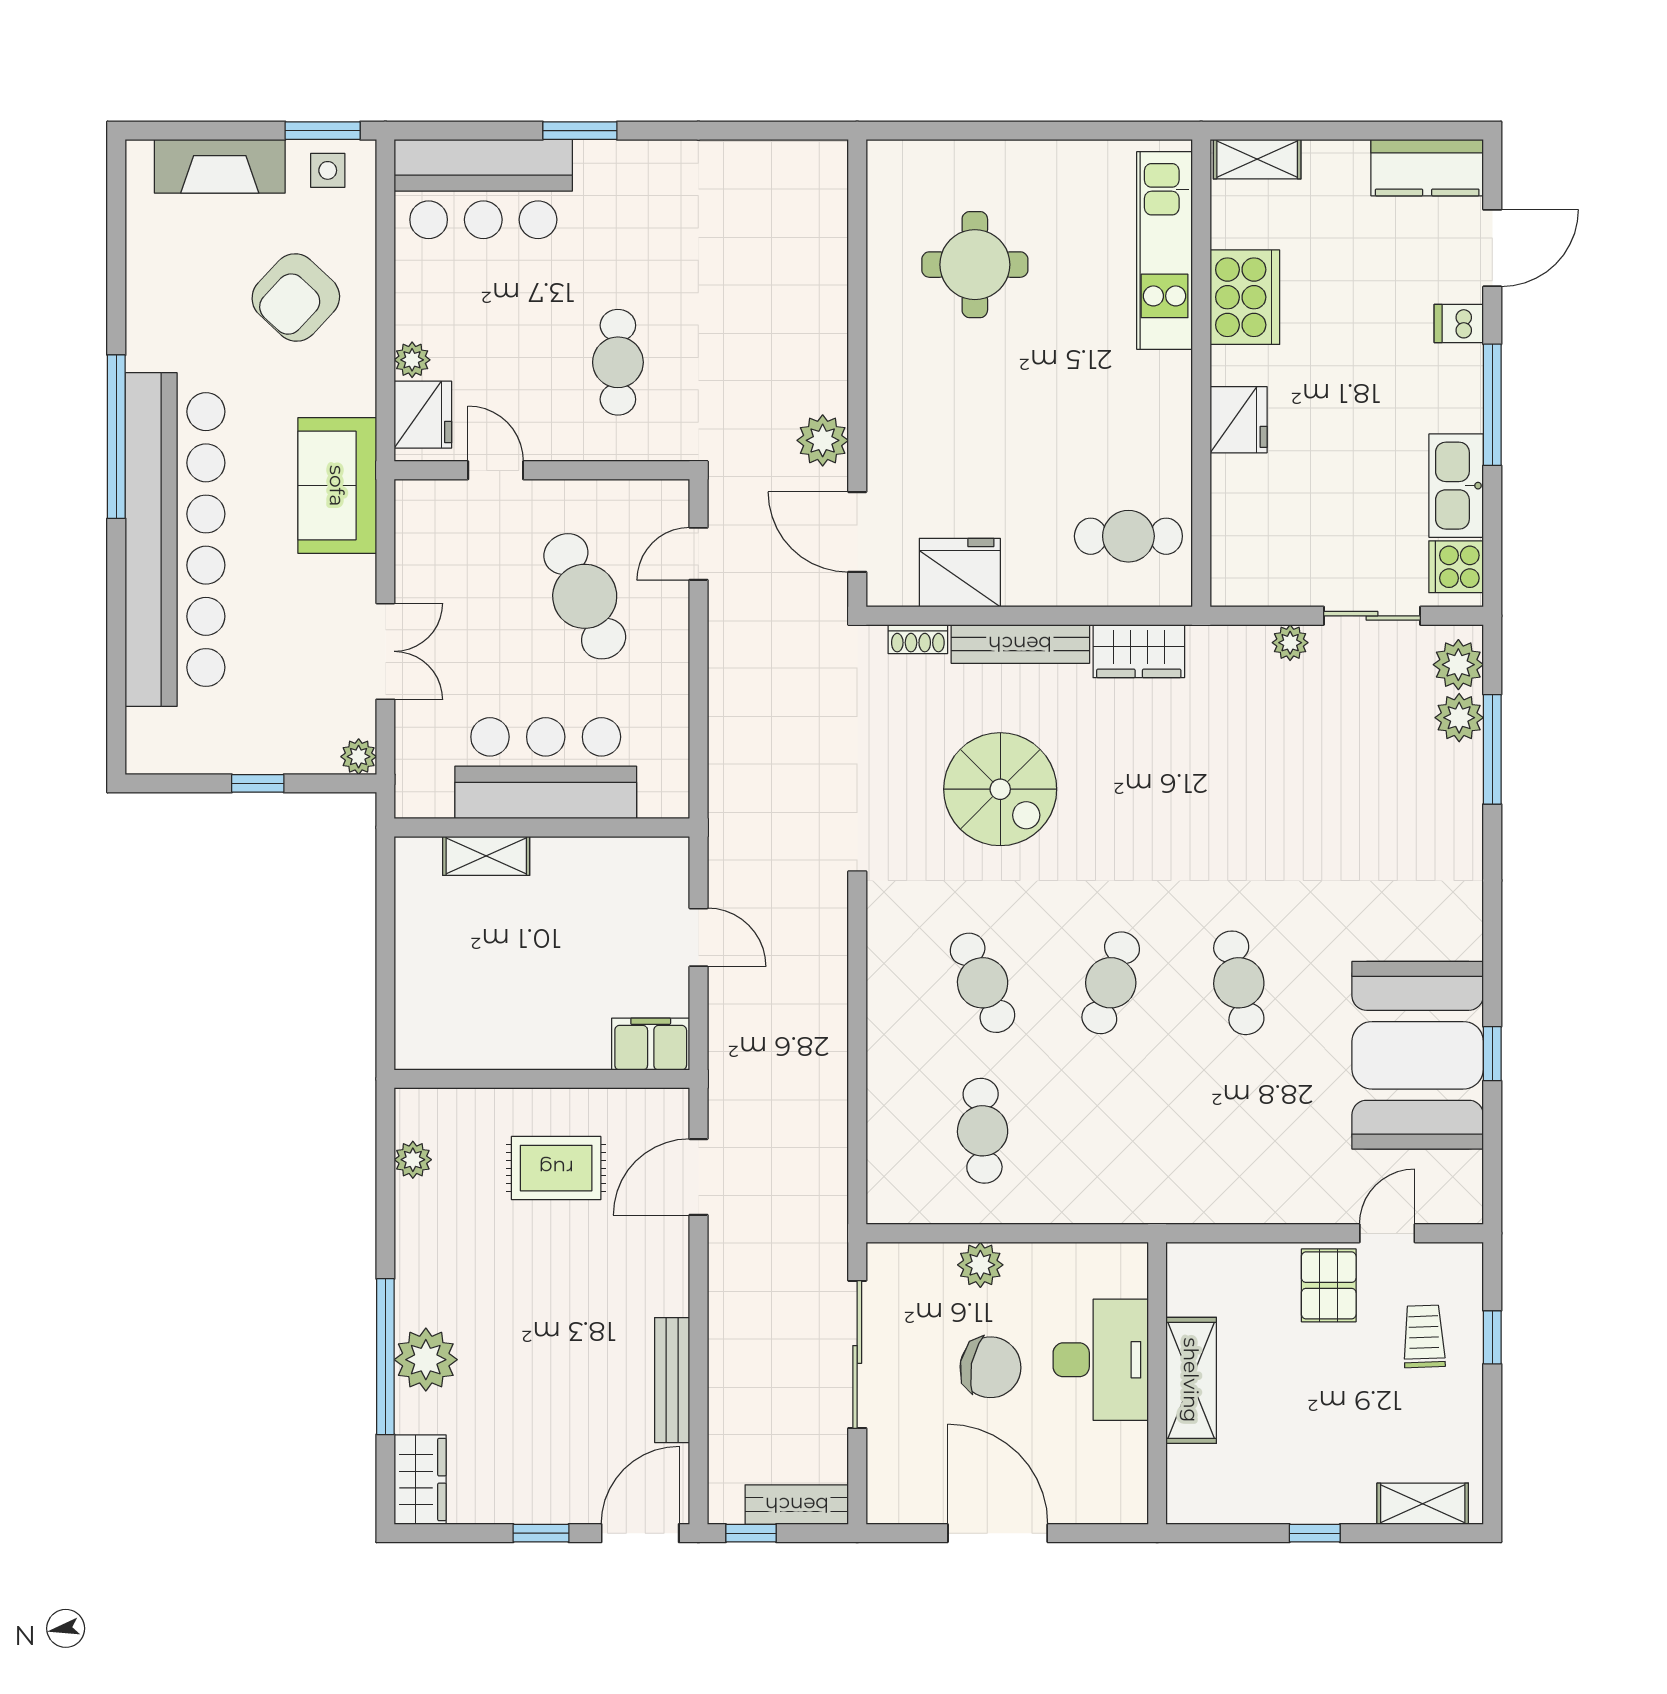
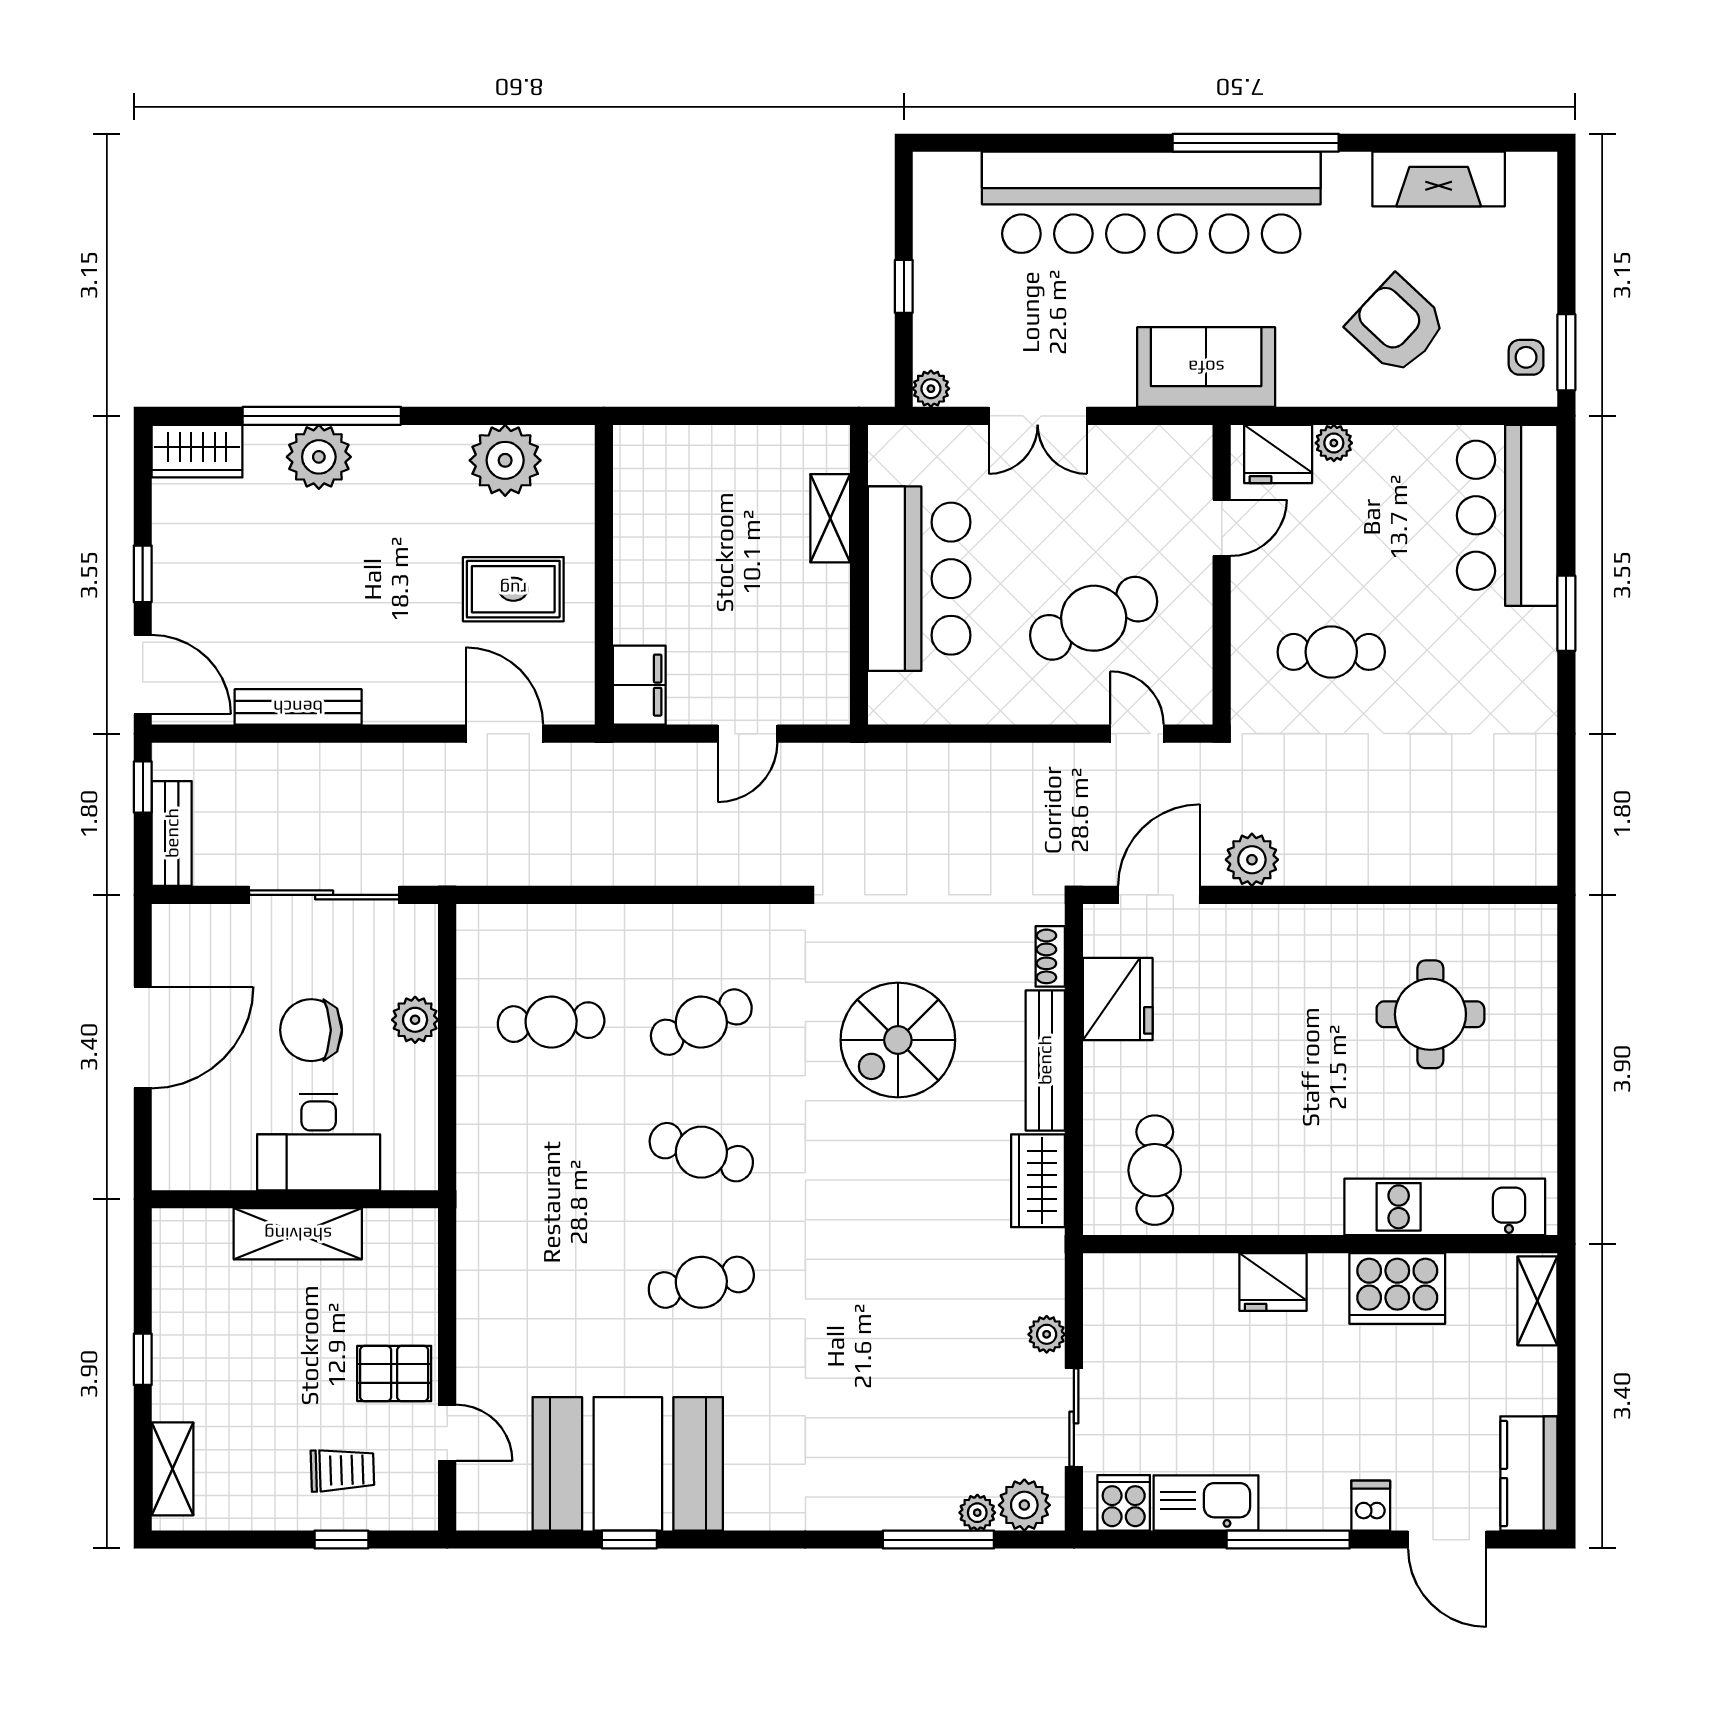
fireplace: (220, 166) -> (1439, 179), moved, turned -90
plant: (1459, 718) -> (977, 1513), width x0.73, depth x0.73
plant: (413, 1160) -> (505, 460), width x1.87, depth x1.87
rug: (556, 1168) -> (513, 589), turned 90
chair: (990, 1367) -> (311, 1030), turned 79

